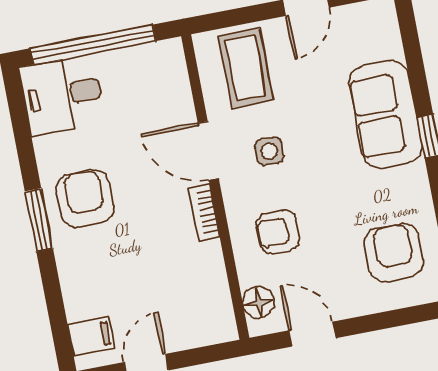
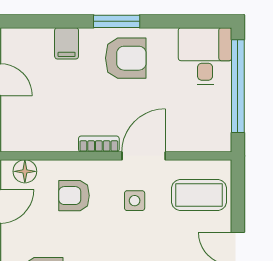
armchair: (278, 232) -> (74, 196), turned -90
filing cabinet: (91, 336) -> (67, 43), moved

